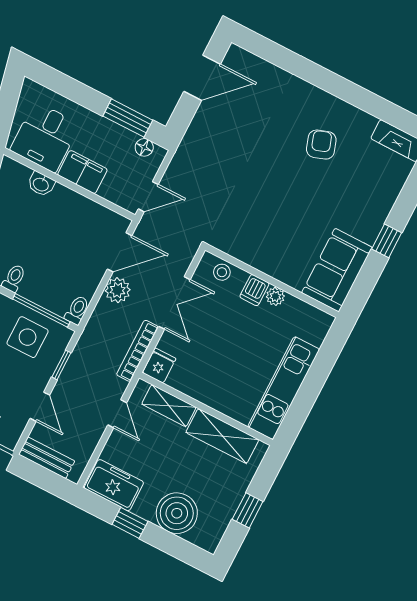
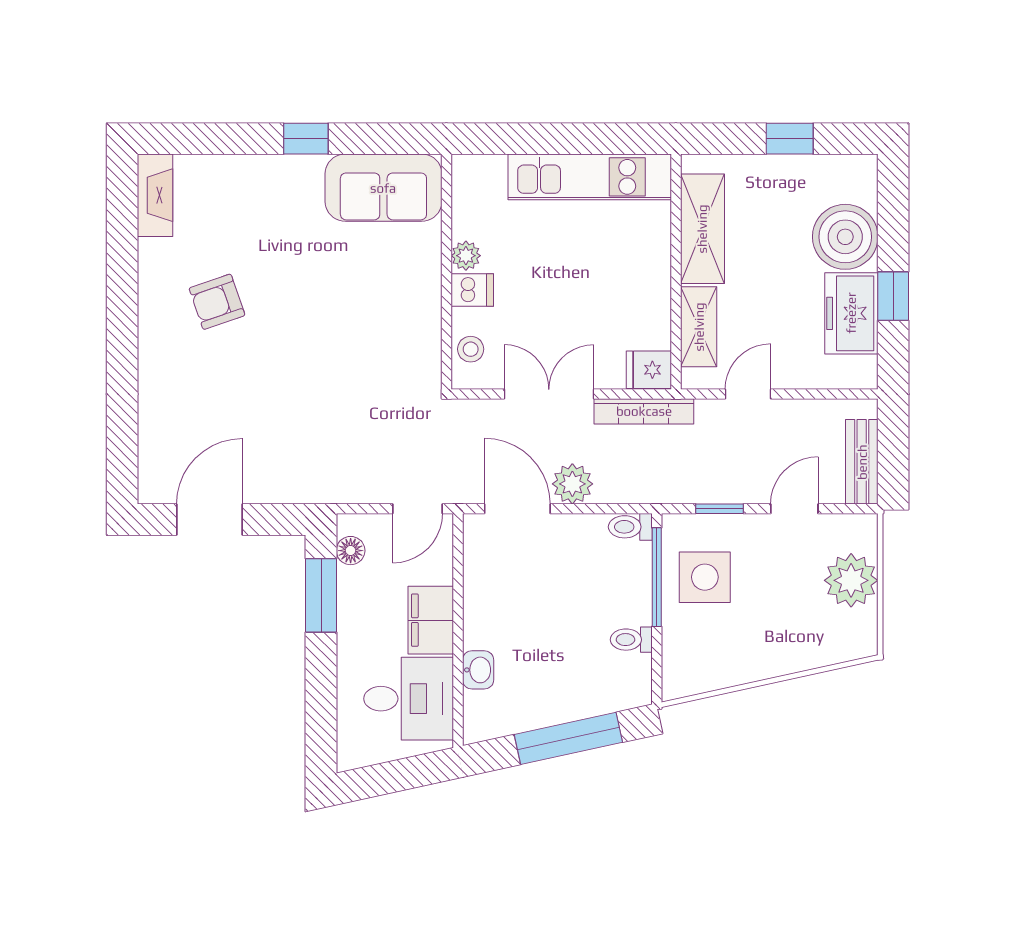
door: (202, 78) -> (209, 520), hinge flipped
door: (148, 197) -> (418, 509), swing flipped
freezer: (114, 485) -> (851, 313), moved

